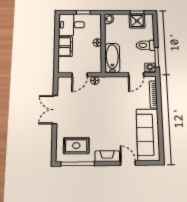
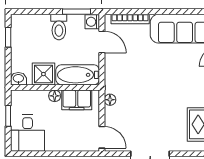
shower: (137, 21) -> (43, 74), moved
filing cabinet: (65, 47) -> (77, 100), moved, turned 180
door: (80, 75) -> (102, 137), moved

